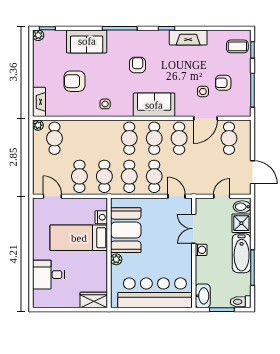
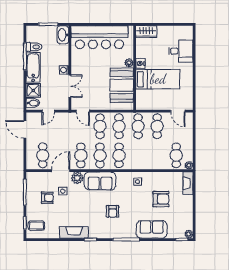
plant: (184, 109) -> (77, 178), added
nightstand: (101, 217) -> (140, 63), moved
toilet: (241, 302) -> (34, 47), moved

